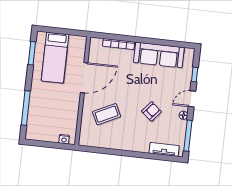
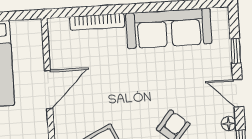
door: (84, 78) -> (49, 89), width x0.73
door: (192, 99) -> (238, 93), hinge flipped

